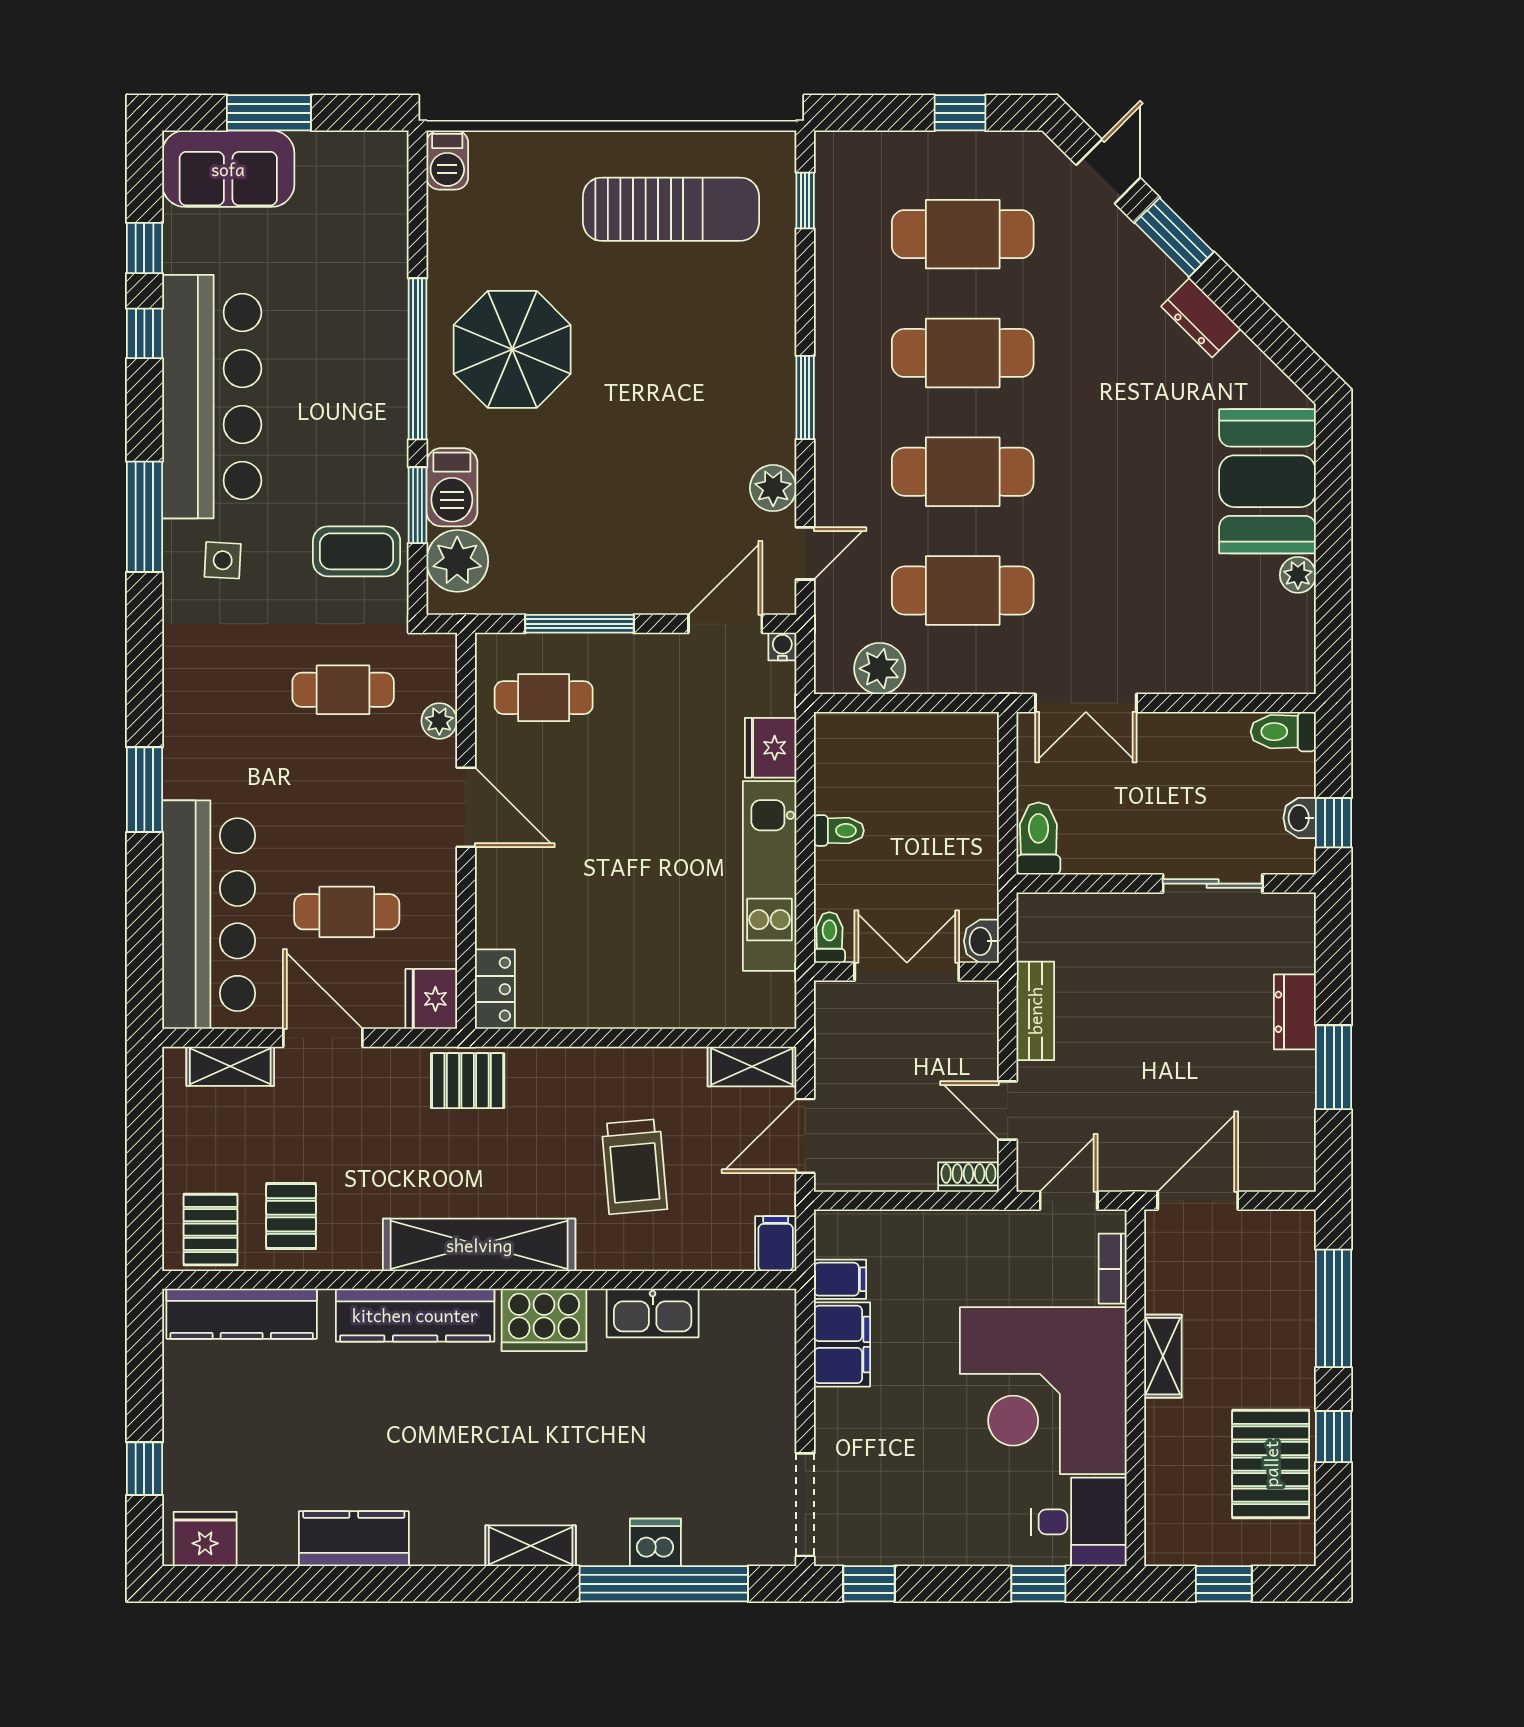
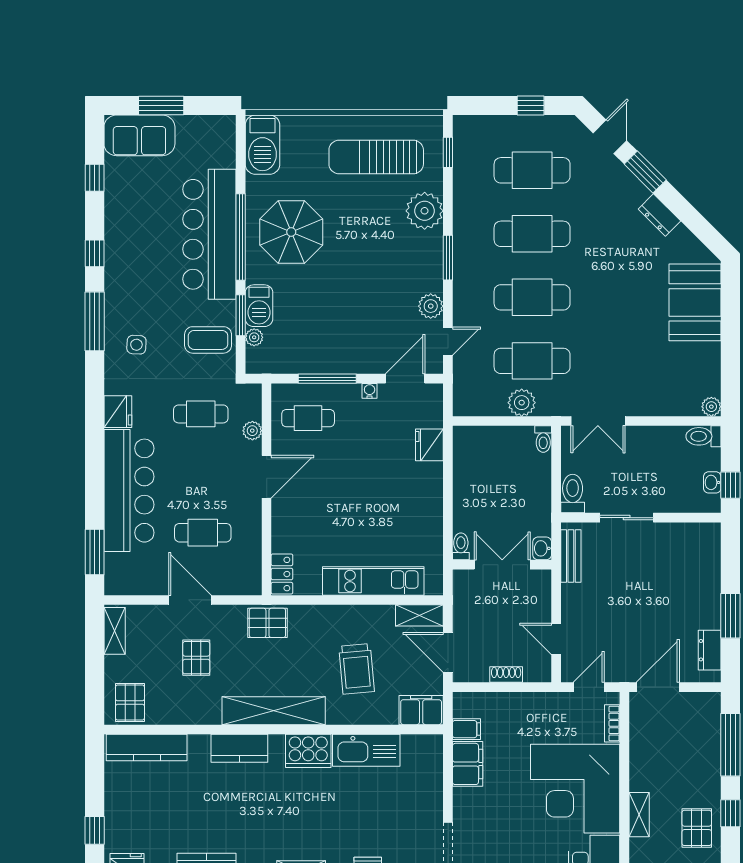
barbecue: (447, 160) -> (262, 145), width x1.88, depth x1.53
sun lounger: (671, 209) -> (376, 157), turned 180
plant: (762, 310) -> (425, 211), added
window: (144, 333) -> (95, 253), moved
bar counter: (212, 397) -> (209, 234), moved, turned 180
plant: (457, 561) -> (254, 337), width x0.53, depth x0.53
plant: (1298, 575) -> (711, 407), moved
water cooler: (782, 646) -> (370, 391), moved
plant: (880, 669) -> (522, 403), moved
window: (144, 790) -> (95, 552), moved
door: (466, 807) -> (267, 477), hinge flipped
toilet: (839, 831) -> (543, 439), moved, turned 90
kitchen unit: (770, 876) -> (373, 581), moved, turned 90
sliding door: (1213, 884) -> (627, 518), moved
bar counter: (209, 915) -> (129, 491), moved
fridge: (431, 999) -> (118, 412), moved, turned 180
bench: (1035, 1011) -> (571, 556), moved
dresser: (1295, 1012) -> (710, 650), moved
shelving: (230, 1066) -> (115, 631), moved, turned 90
door: (805, 1136) -> (448, 652), hinge flipped
shoe rack: (968, 1177) -> (506, 674), moved
pallet: (291, 1216) -> (196, 658), moved
filing cabinet: (776, 1244) -> (421, 710), width x2.00
kitchen sink: (653, 1313) -> (366, 750), width x1.36, depth x1.24
kitchen counter: (415, 1315) -> (239, 748), width x0.67
shelving: (1163, 1356) -> (639, 815), moved
pallet: (1271, 1464) -> (697, 828), width x0.67, depth x0.71

